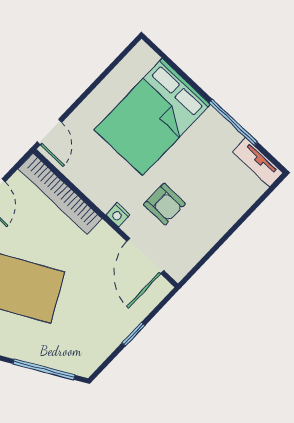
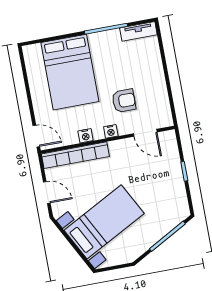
nightstand: (91, 189) -> (86, 136), added
door: (145, 256) -> (145, 133), width x0.73

